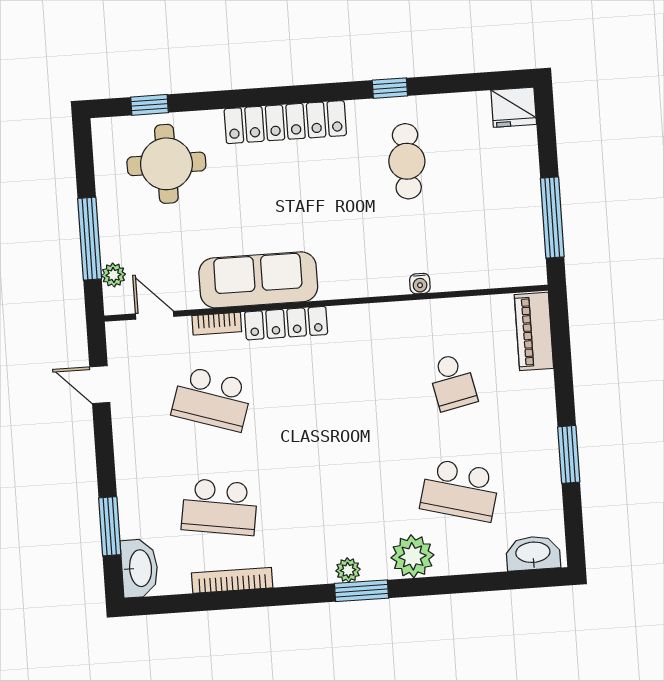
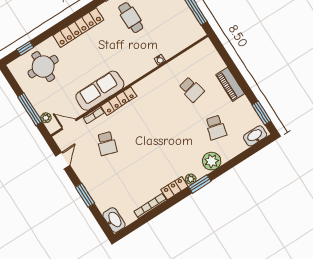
piano: (534, 331) -> (230, 84), moved
door: (100, 385) -> (63, 161), swing flipped
school desk: (212, 399) -> (107, 143), width x0.54
window: (569, 454) -> (261, 113), moved
school desk: (460, 490) -> (216, 127), width x0.54
school desk: (220, 507) -> (131, 182), removed
window: (110, 526) -> (85, 195), moved
locker: (304, 571) -> (175, 188), added

